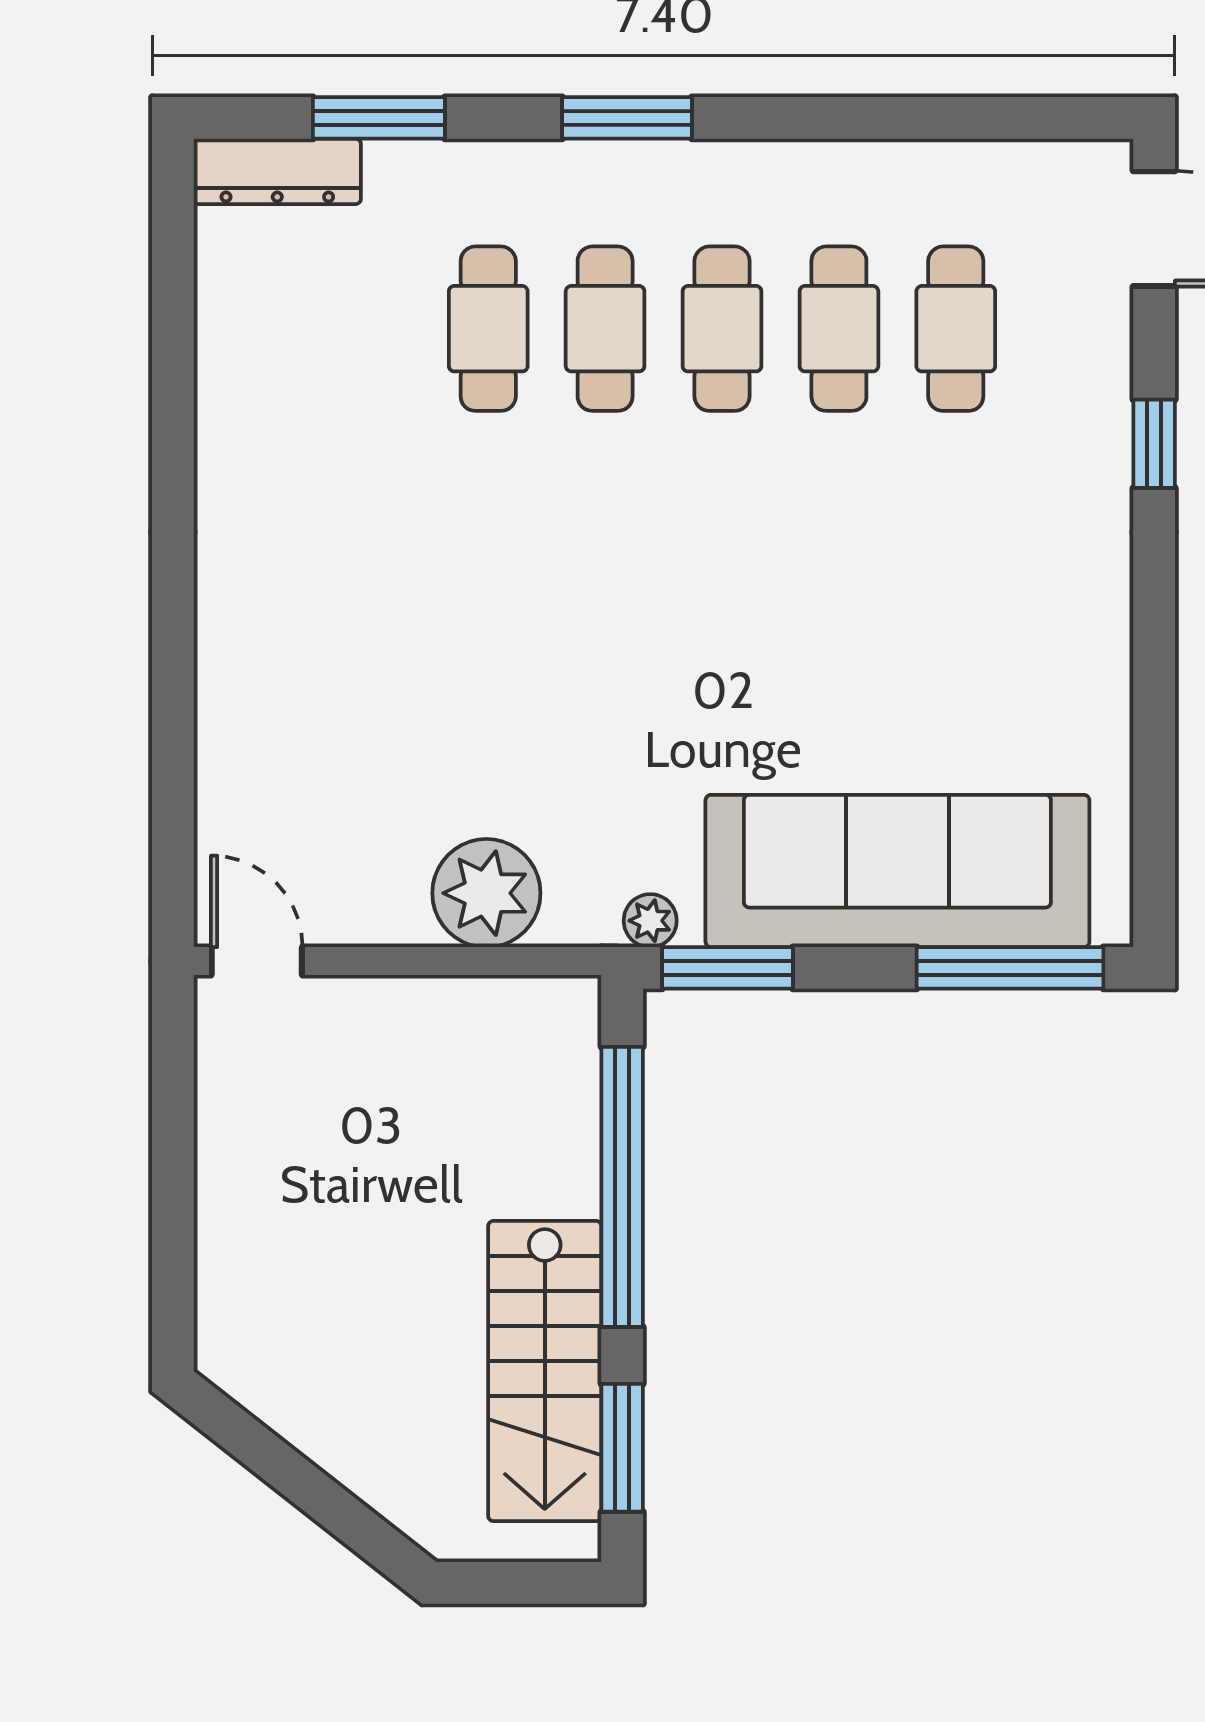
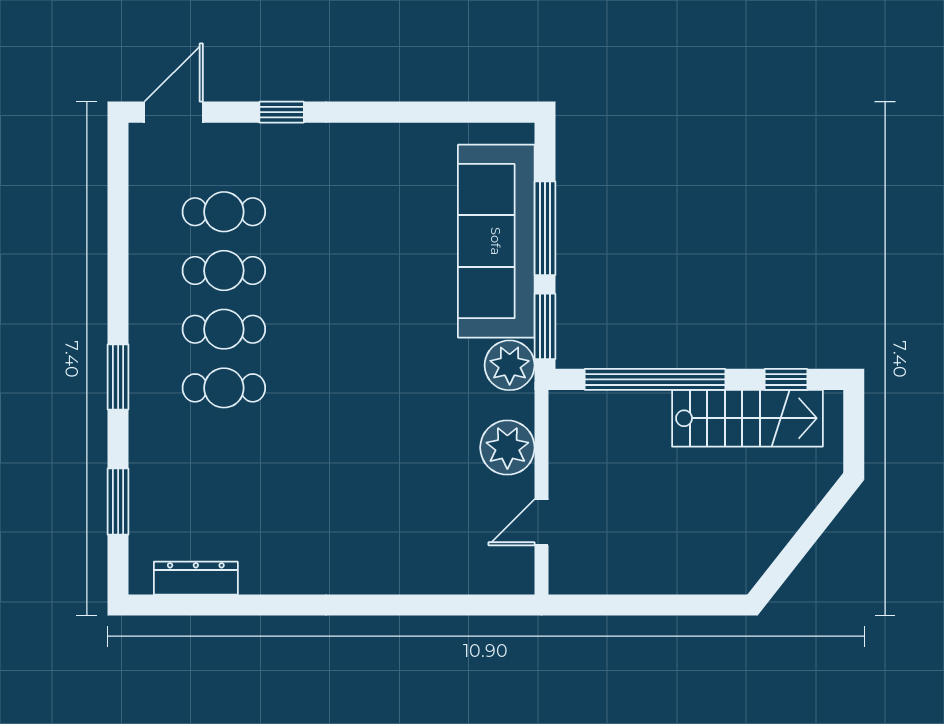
dresser: (277, 171) -> (196, 578), moved, turned -90
cafe table: (488, 329) -> (224, 447), removed
plant: (650, 921) -> (510, 365), width x1.88, depth x1.88
door: (257, 961) -> (541, 522), moved
window: (1010, 968) -> (545, 228), moved
window: (622, 1448) -> (786, 379), width x0.67

